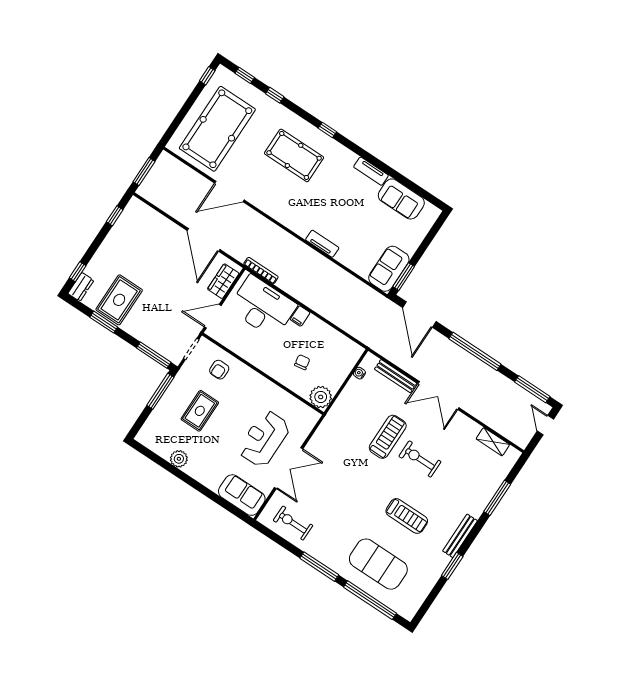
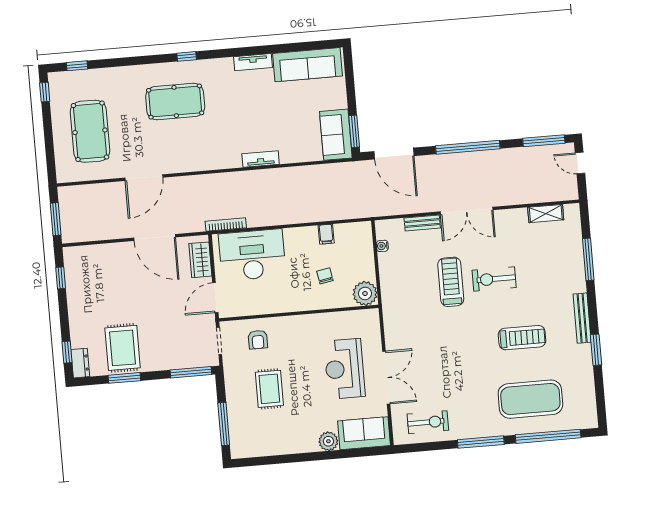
window: (275, 95) -> (117, 62), removed
pool table: (217, 129) -> (90, 131), width x0.73, depth x0.76
sofa: (401, 199) -> (307, 65), width x1.36
filing cabinet: (300, 316) -> (326, 234), moved
bench: (396, 376) -> (422, 223), width x0.73
window: (160, 391) -> (224, 424), moved
plant: (179, 459) -> (328, 441), moved
exercise bike: (293, 523) -> (428, 422), turned 180

